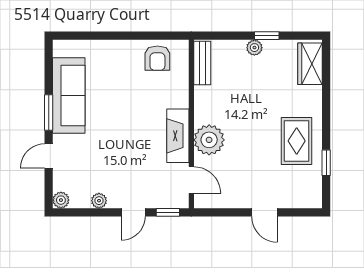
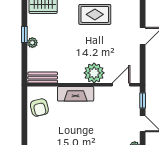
armchair: (157, 58) -> (39, 108), turned 76
fireplace: (178, 136) -> (76, 94), moved

